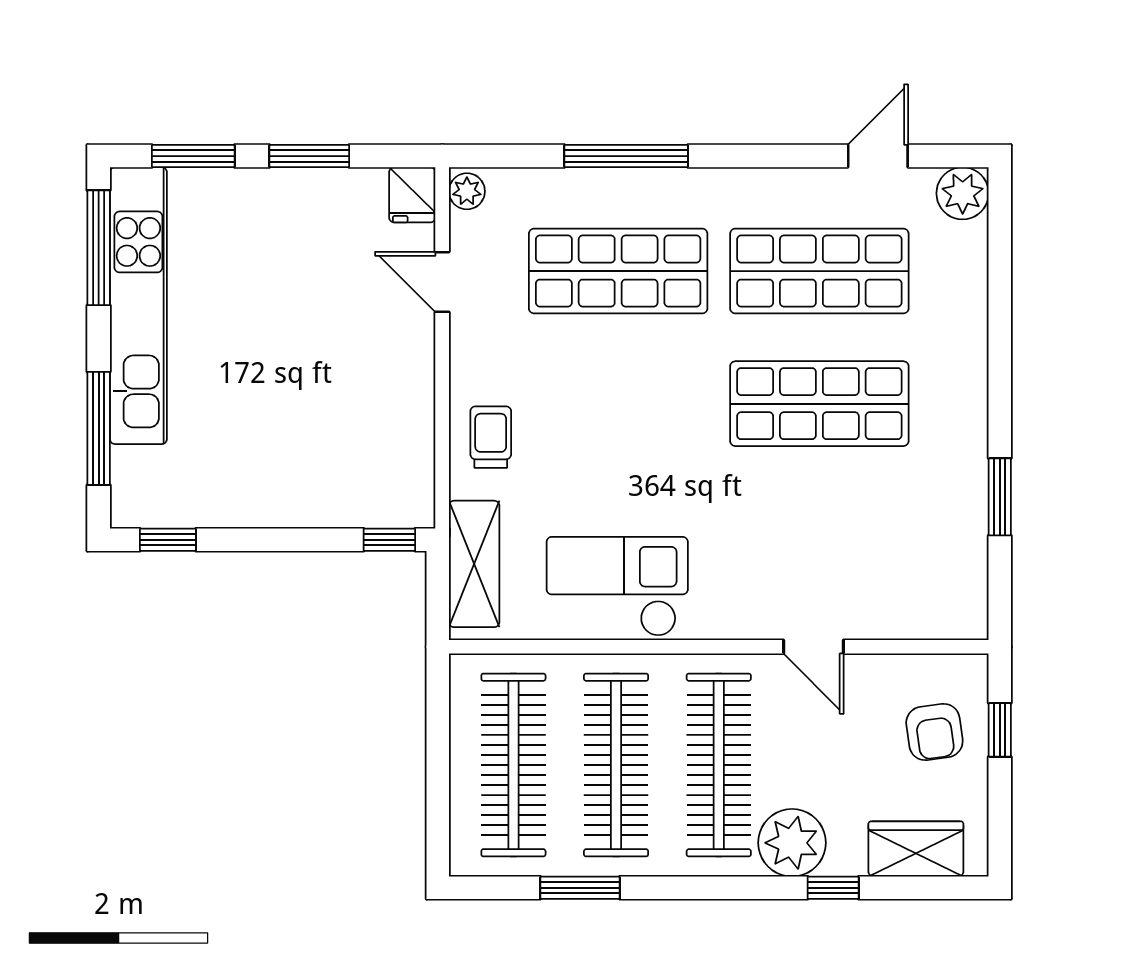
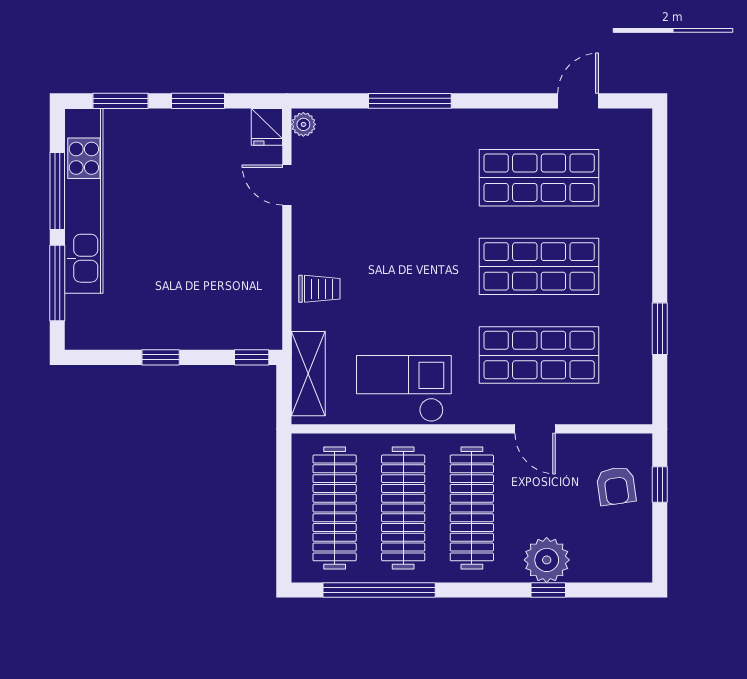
plant: (963, 193) -> (635, 126), removed
window: (99, 248) -> (57, 191), moved
shop shelf: (618, 271) -> (539, 355), moved
trolley: (491, 437) -> (319, 289), turned 90
window: (168, 540) -> (161, 357), moved
plant: (792, 843) -> (547, 560), moved
wardrobe: (916, 849) -> (604, 564), removed
window: (580, 888) -> (379, 590), width x2.11

